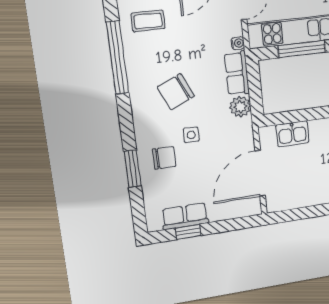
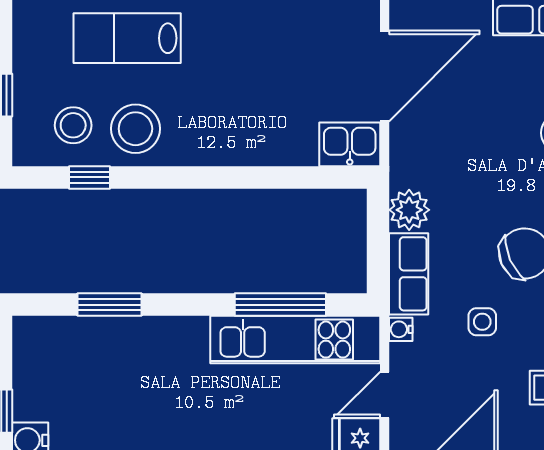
kitchen sink: (292, 134) -> (350, 144), moved
side table: (191, 135) -> (482, 322), moved

